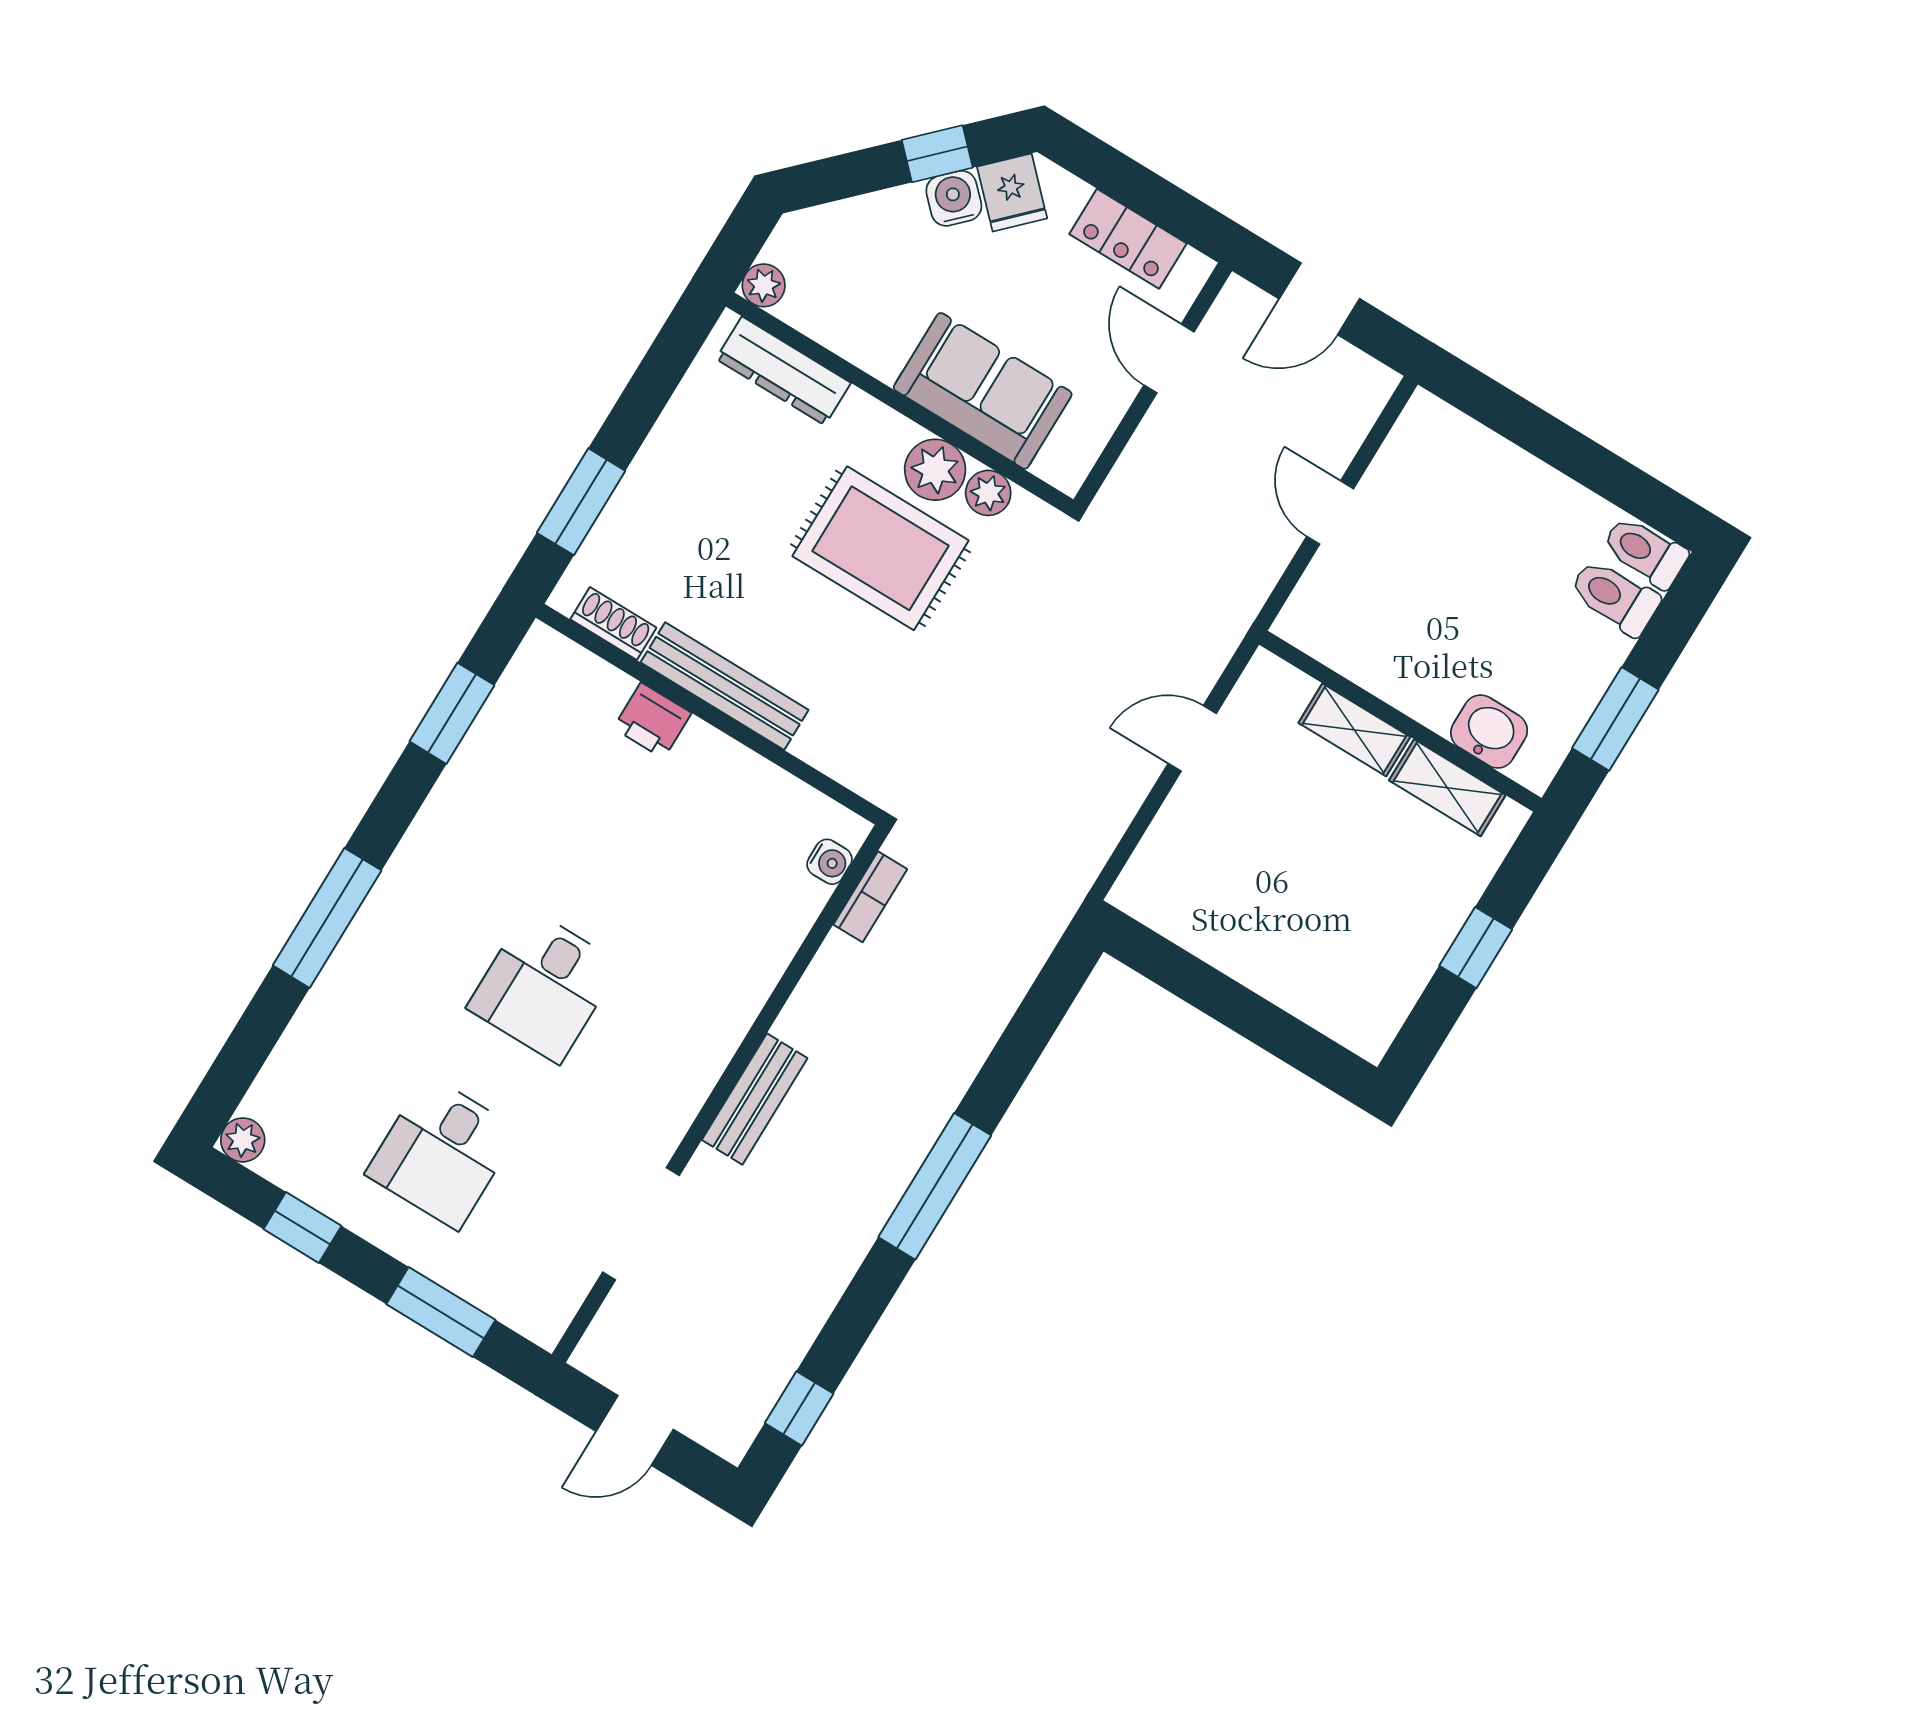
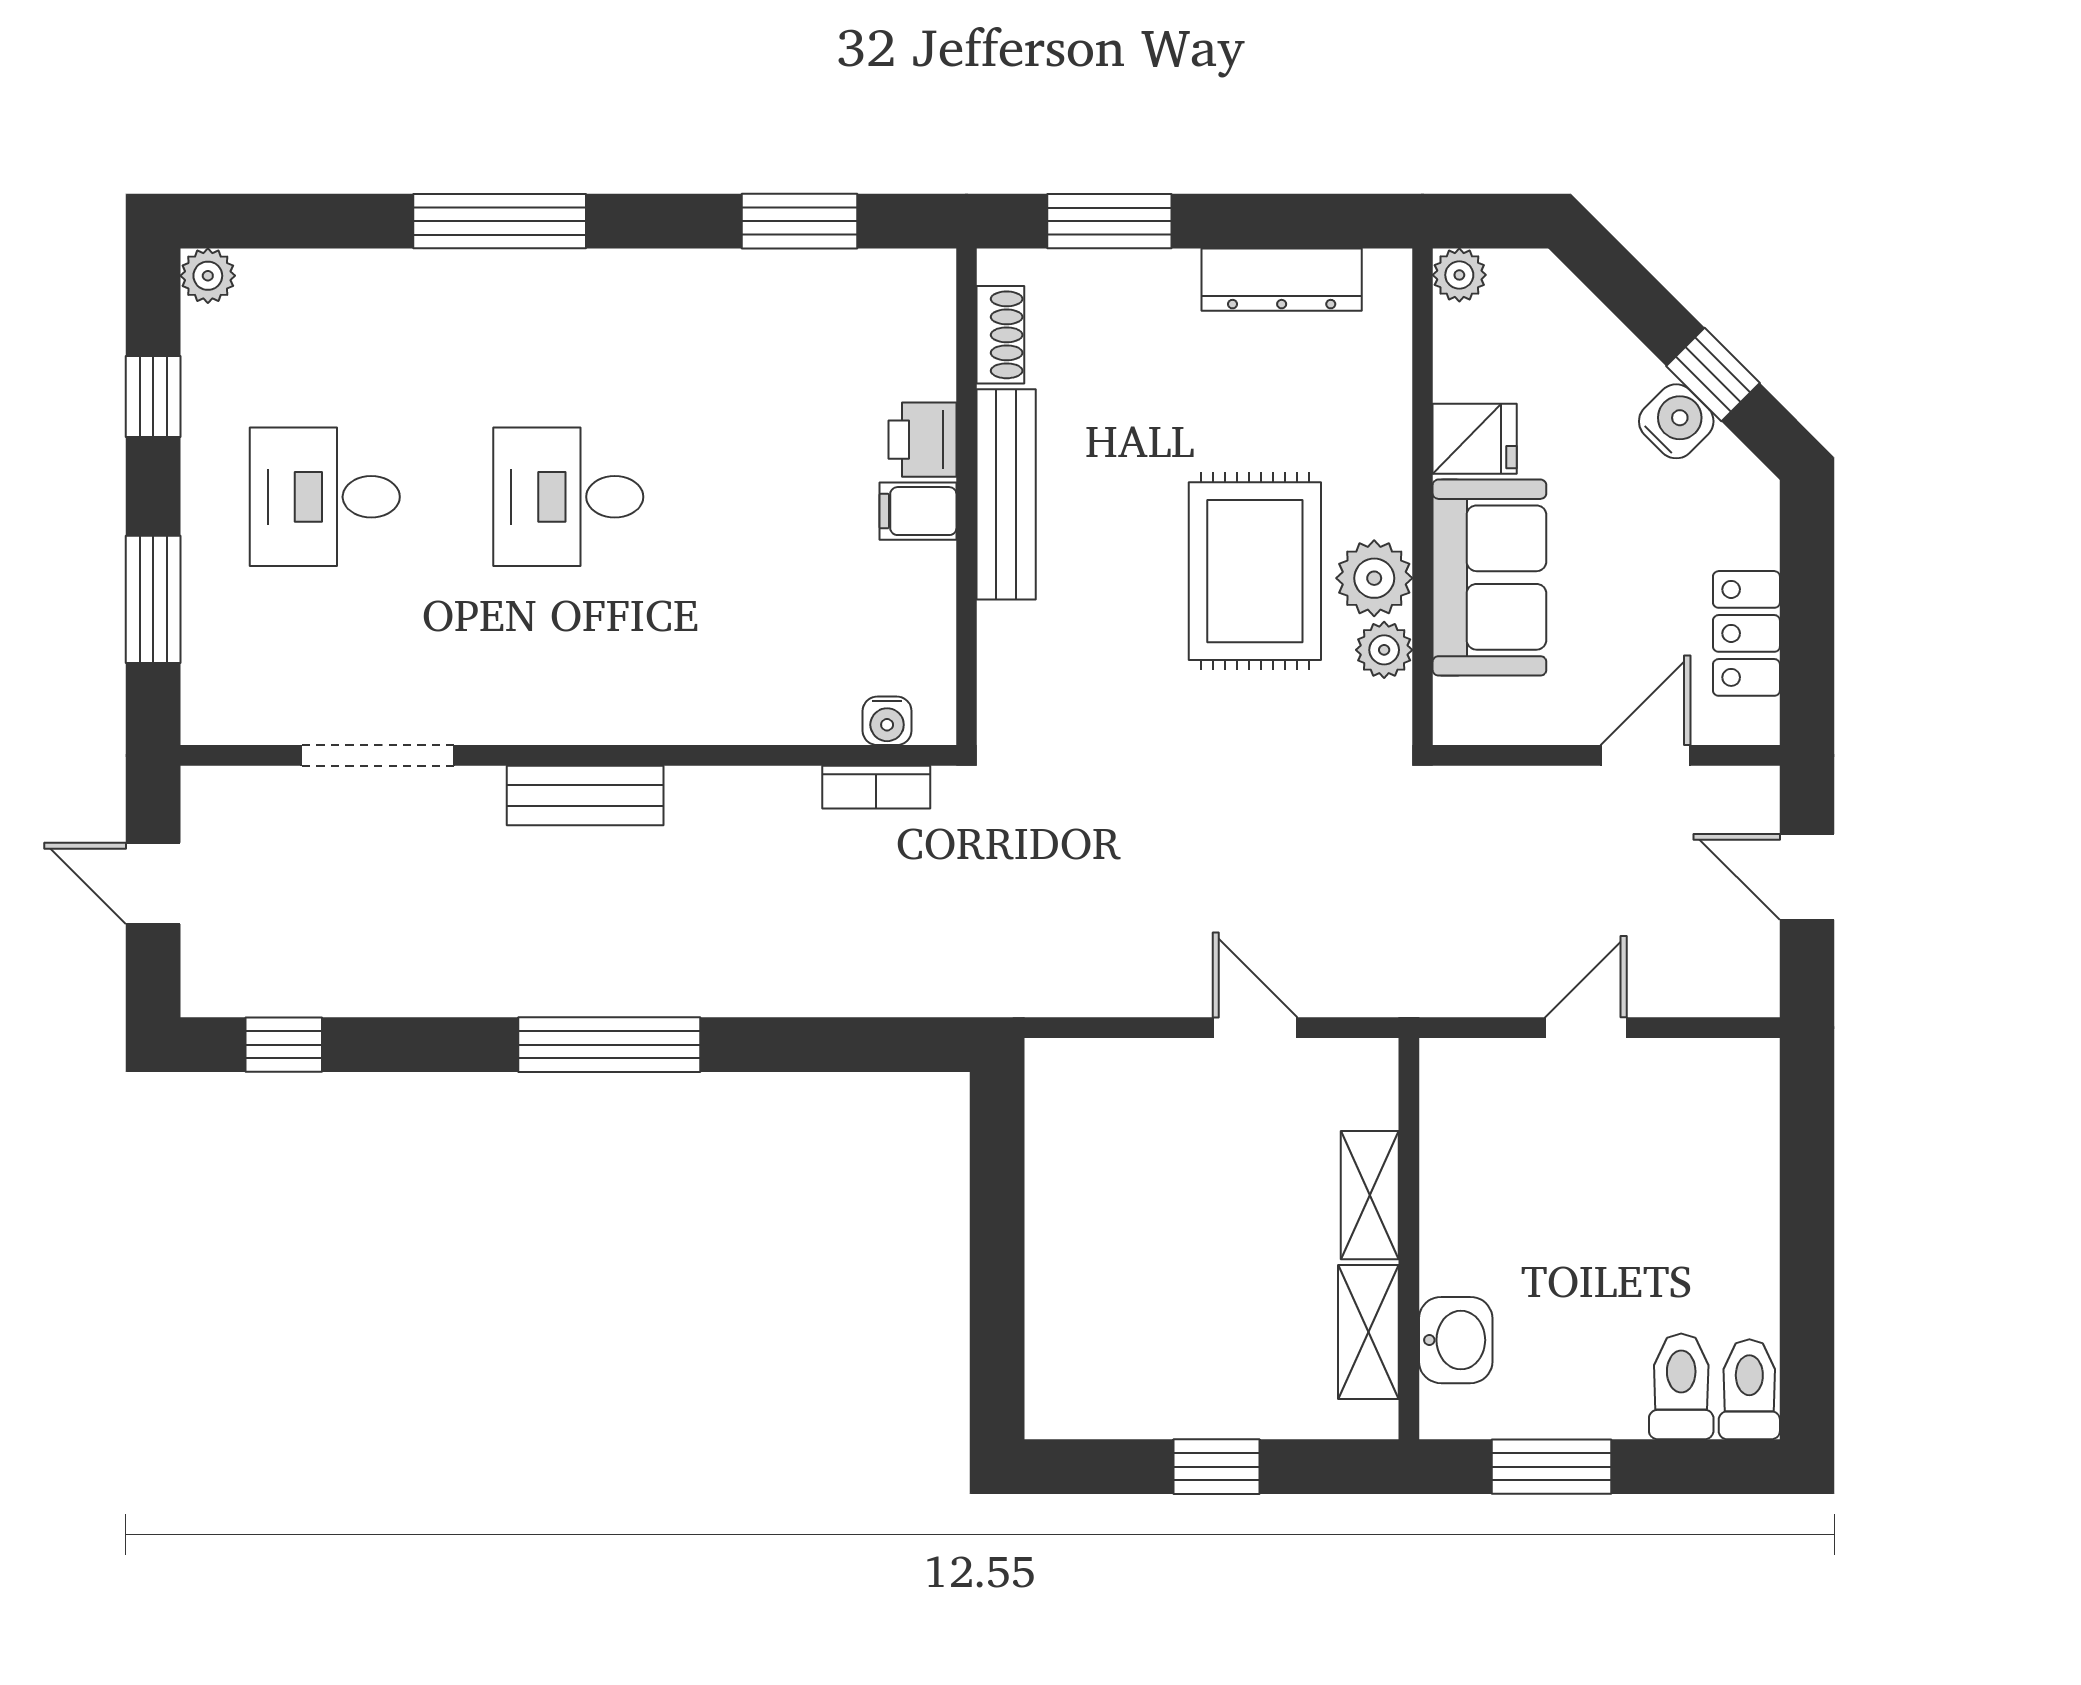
fridge: (1012, 193) -> (1475, 439), moved, turned -135
dresser: (783, 371) -> (1282, 280), moved, turned -90
filing cabinet: (699, 753) -> (918, 511), added

